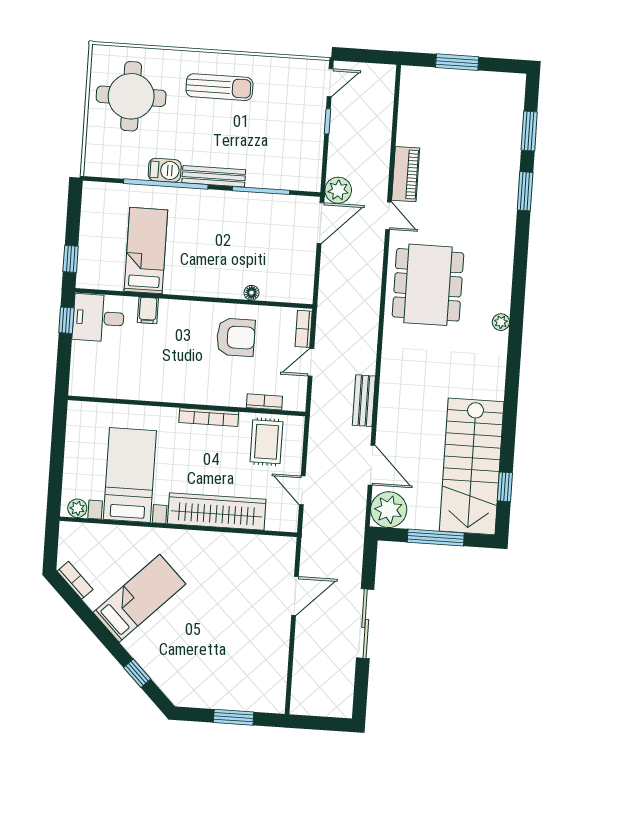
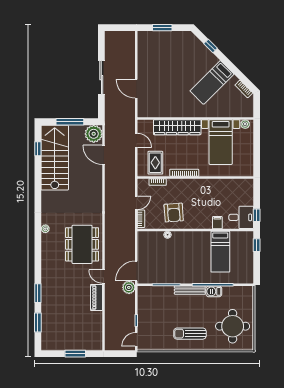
armchair: (236, 337) -> (174, 213), turned -94
bench: (364, 401) -> (109, 186), removed
door: (295, 596) -> (136, 89), hinge flipped

